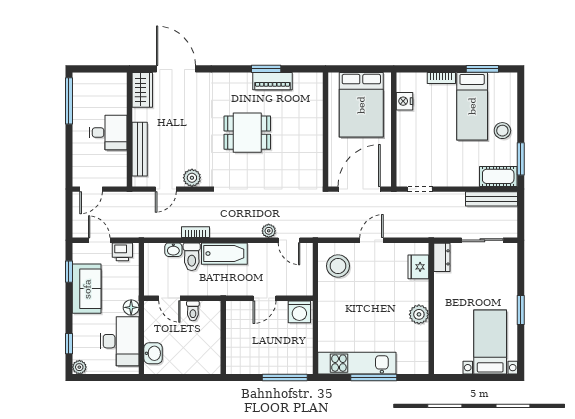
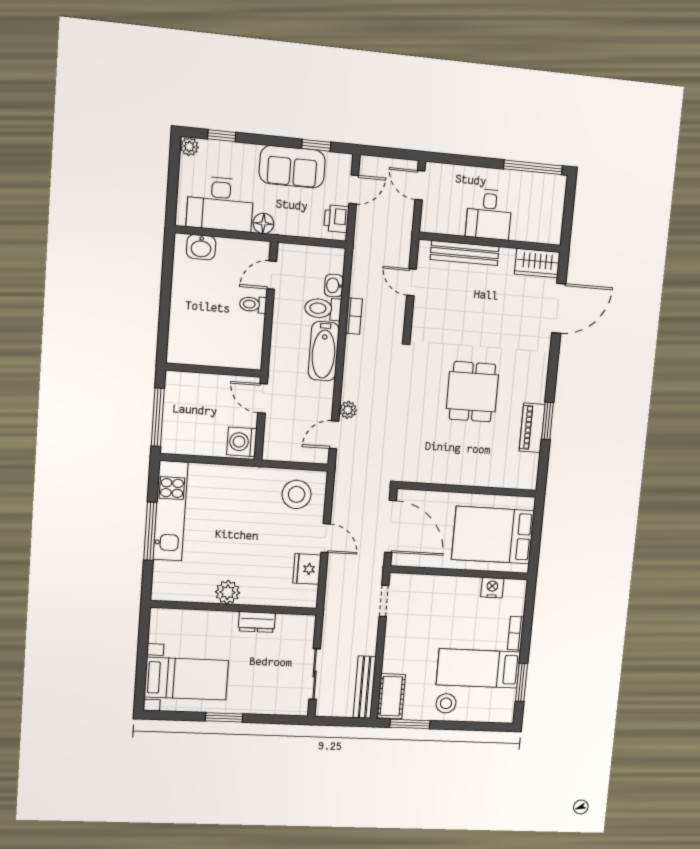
plant: (192, 178) -> (423, 317), removed
dresser: (442, 257) -> (257, 622), moved
fridge: (418, 267) -> (307, 569), moved, turned -90
wall: (223, 337) -> (214, 370), moved

